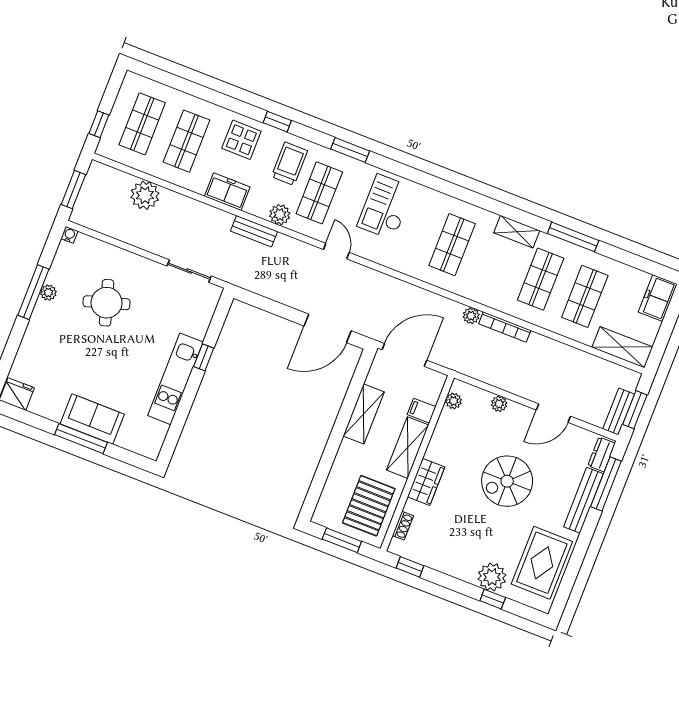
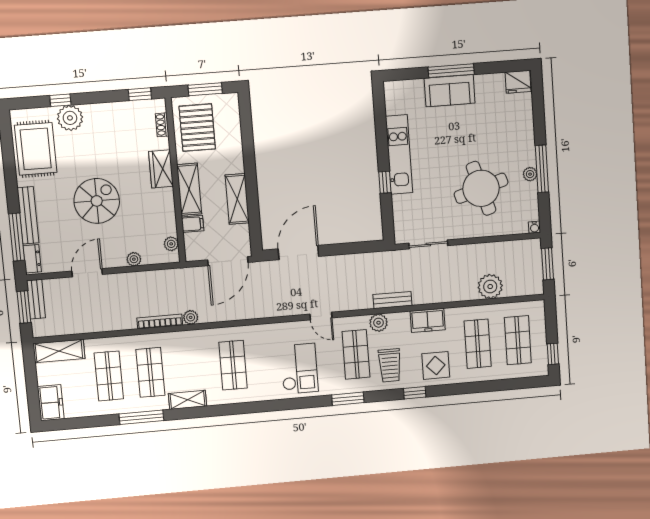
window: (99, 124) -> (553, 354), moved
round table: (107, 303) -> (481, 188), width x1.36, depth x1.36

